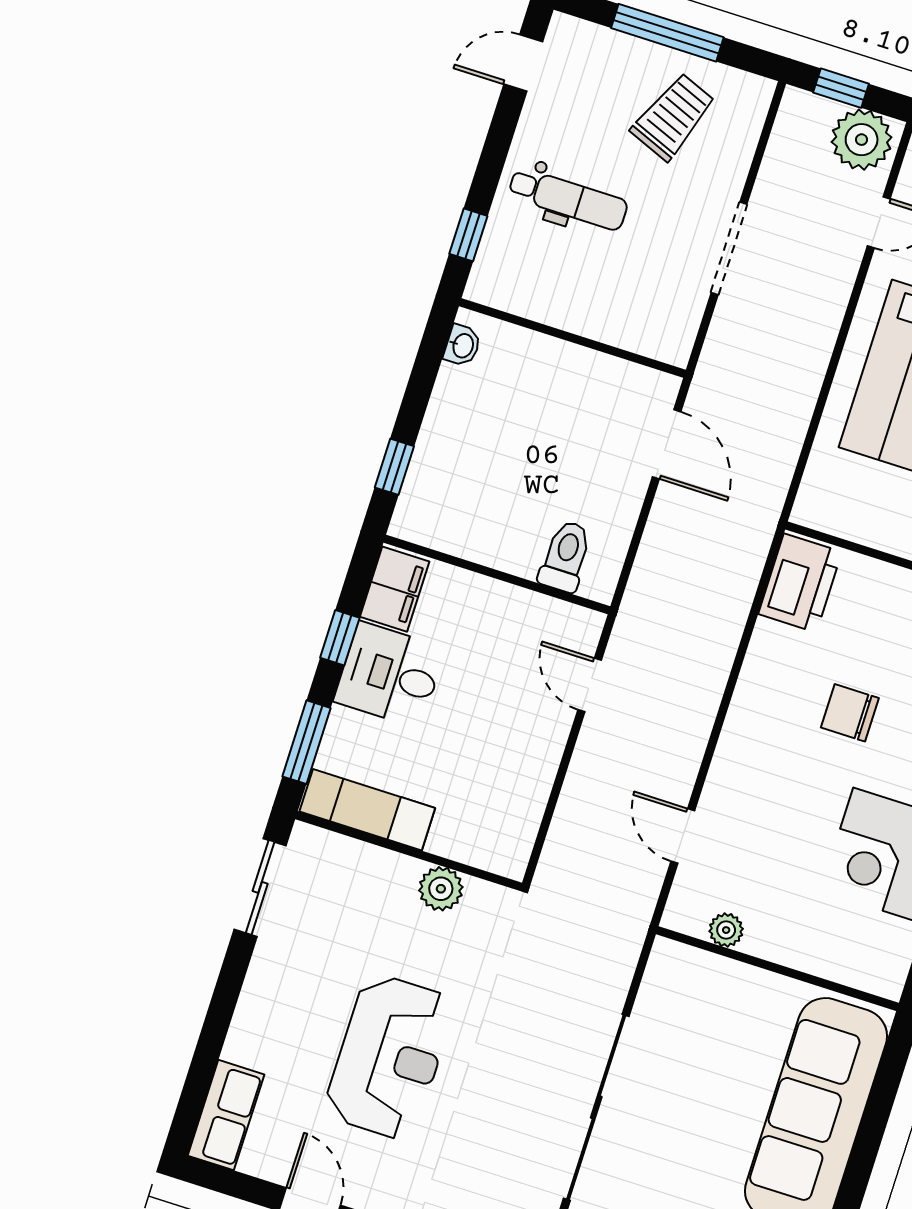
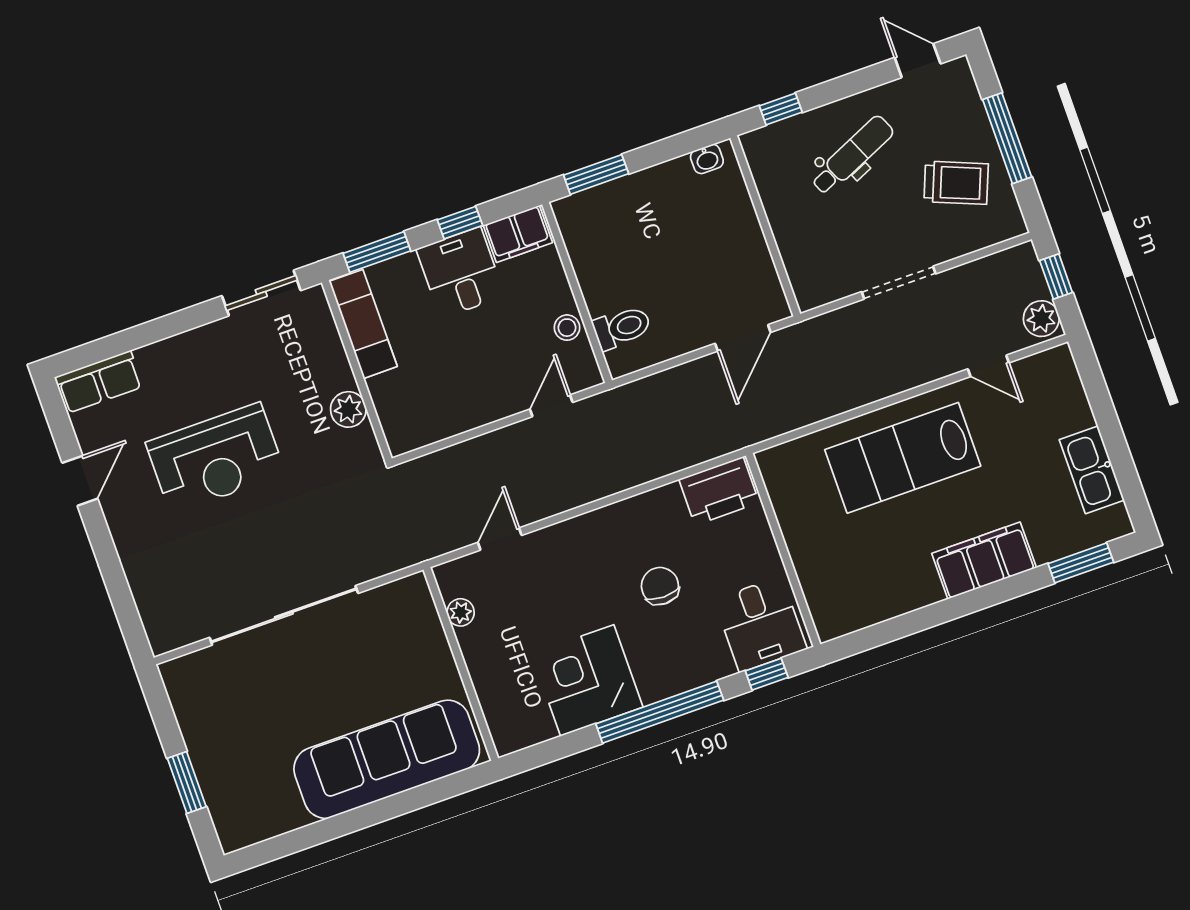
plant: (862, 140) -> (1041, 319), width x0.73, depth x0.73
dental chair: (568, 199) -> (852, 155), turned -114
window: (394, 467) -> (596, 174), width x1.50
stool: (524, 611) -> (567, 328), added

